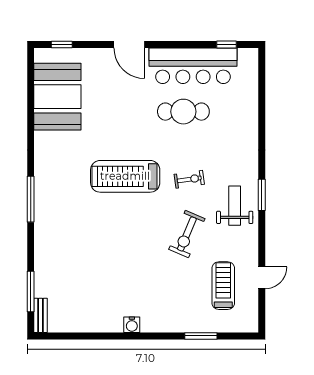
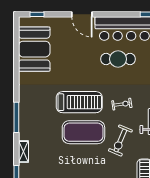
treadmill: (125, 176) -> (79, 102), turned 180
exercise mat: (132, 221) -> (83, 132), added
shelving: (41, 251) -> (23, 152), added

